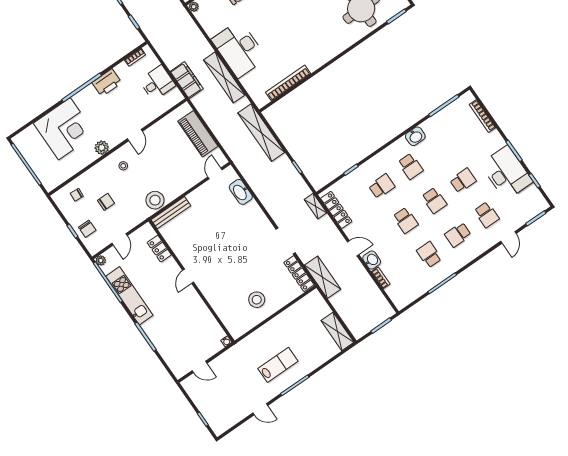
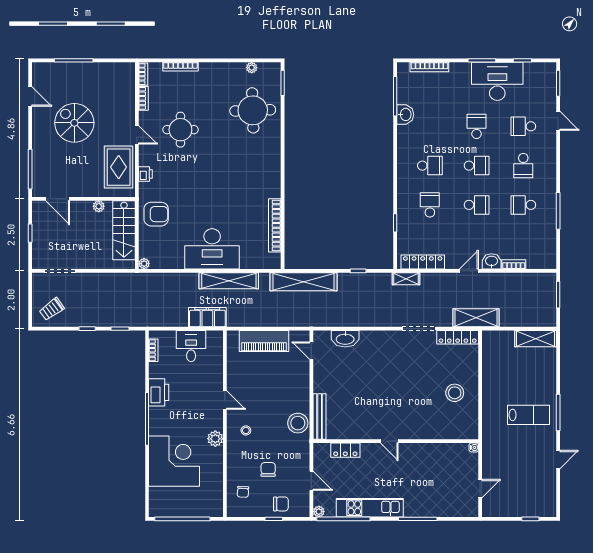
washbasin: (415, 136) -> (405, 114), moved
school desk: (487, 215) -> (523, 126), turned 180
lab bench: (278, 365) -> (528, 415), turned 90

